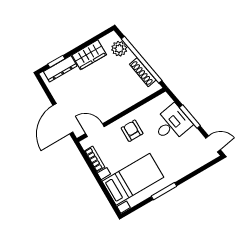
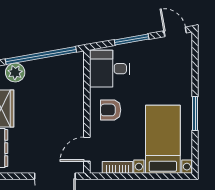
shoe rack: (143, 72) -> (55, 62), removed
desk: (172, 124) -> (110, 69), moved, turned -80
door: (213, 144) -> (175, 32), hinge flipped

